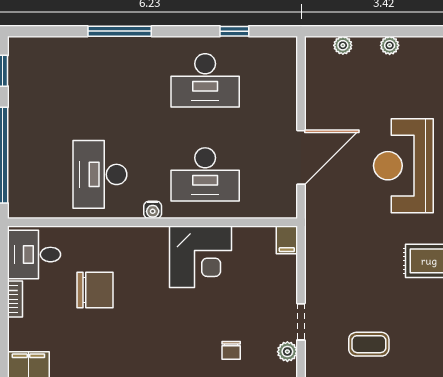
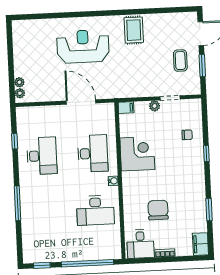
plant: (390, 45) -> (20, 93), moved
reception desk: (403, 166) -> (83, 46), turned 180
plant: (287, 352) -> (155, 106), moved

